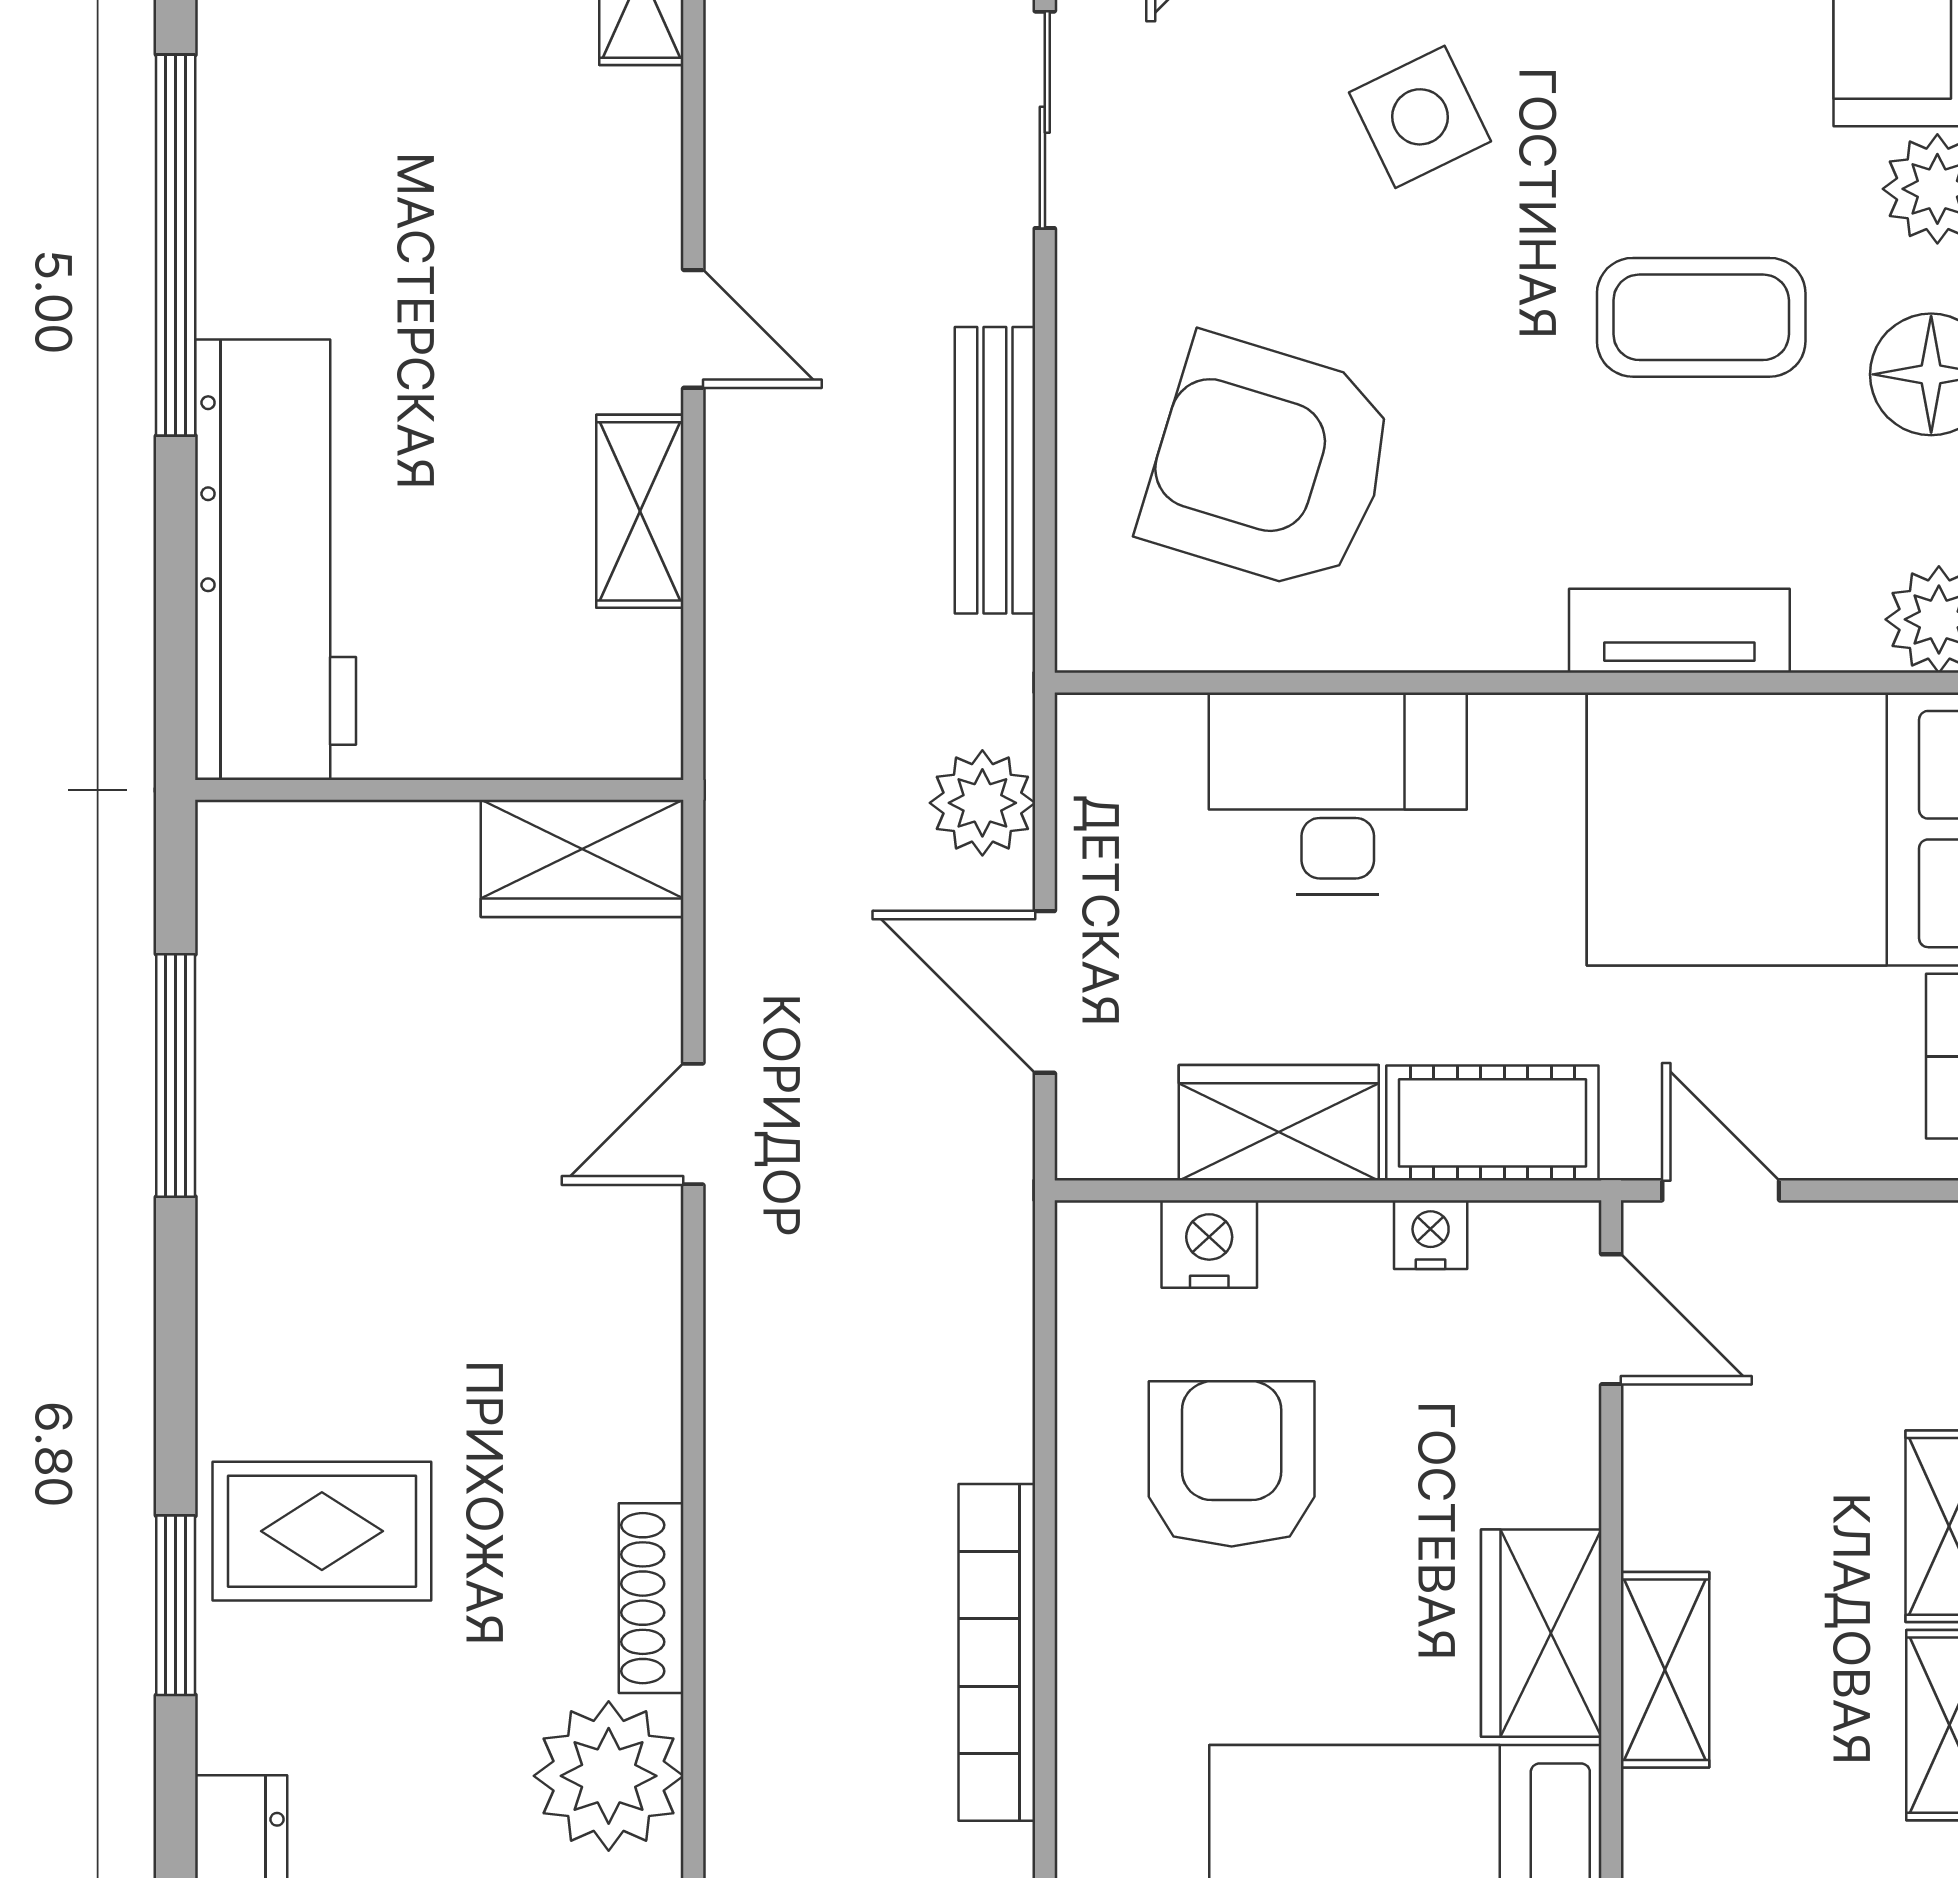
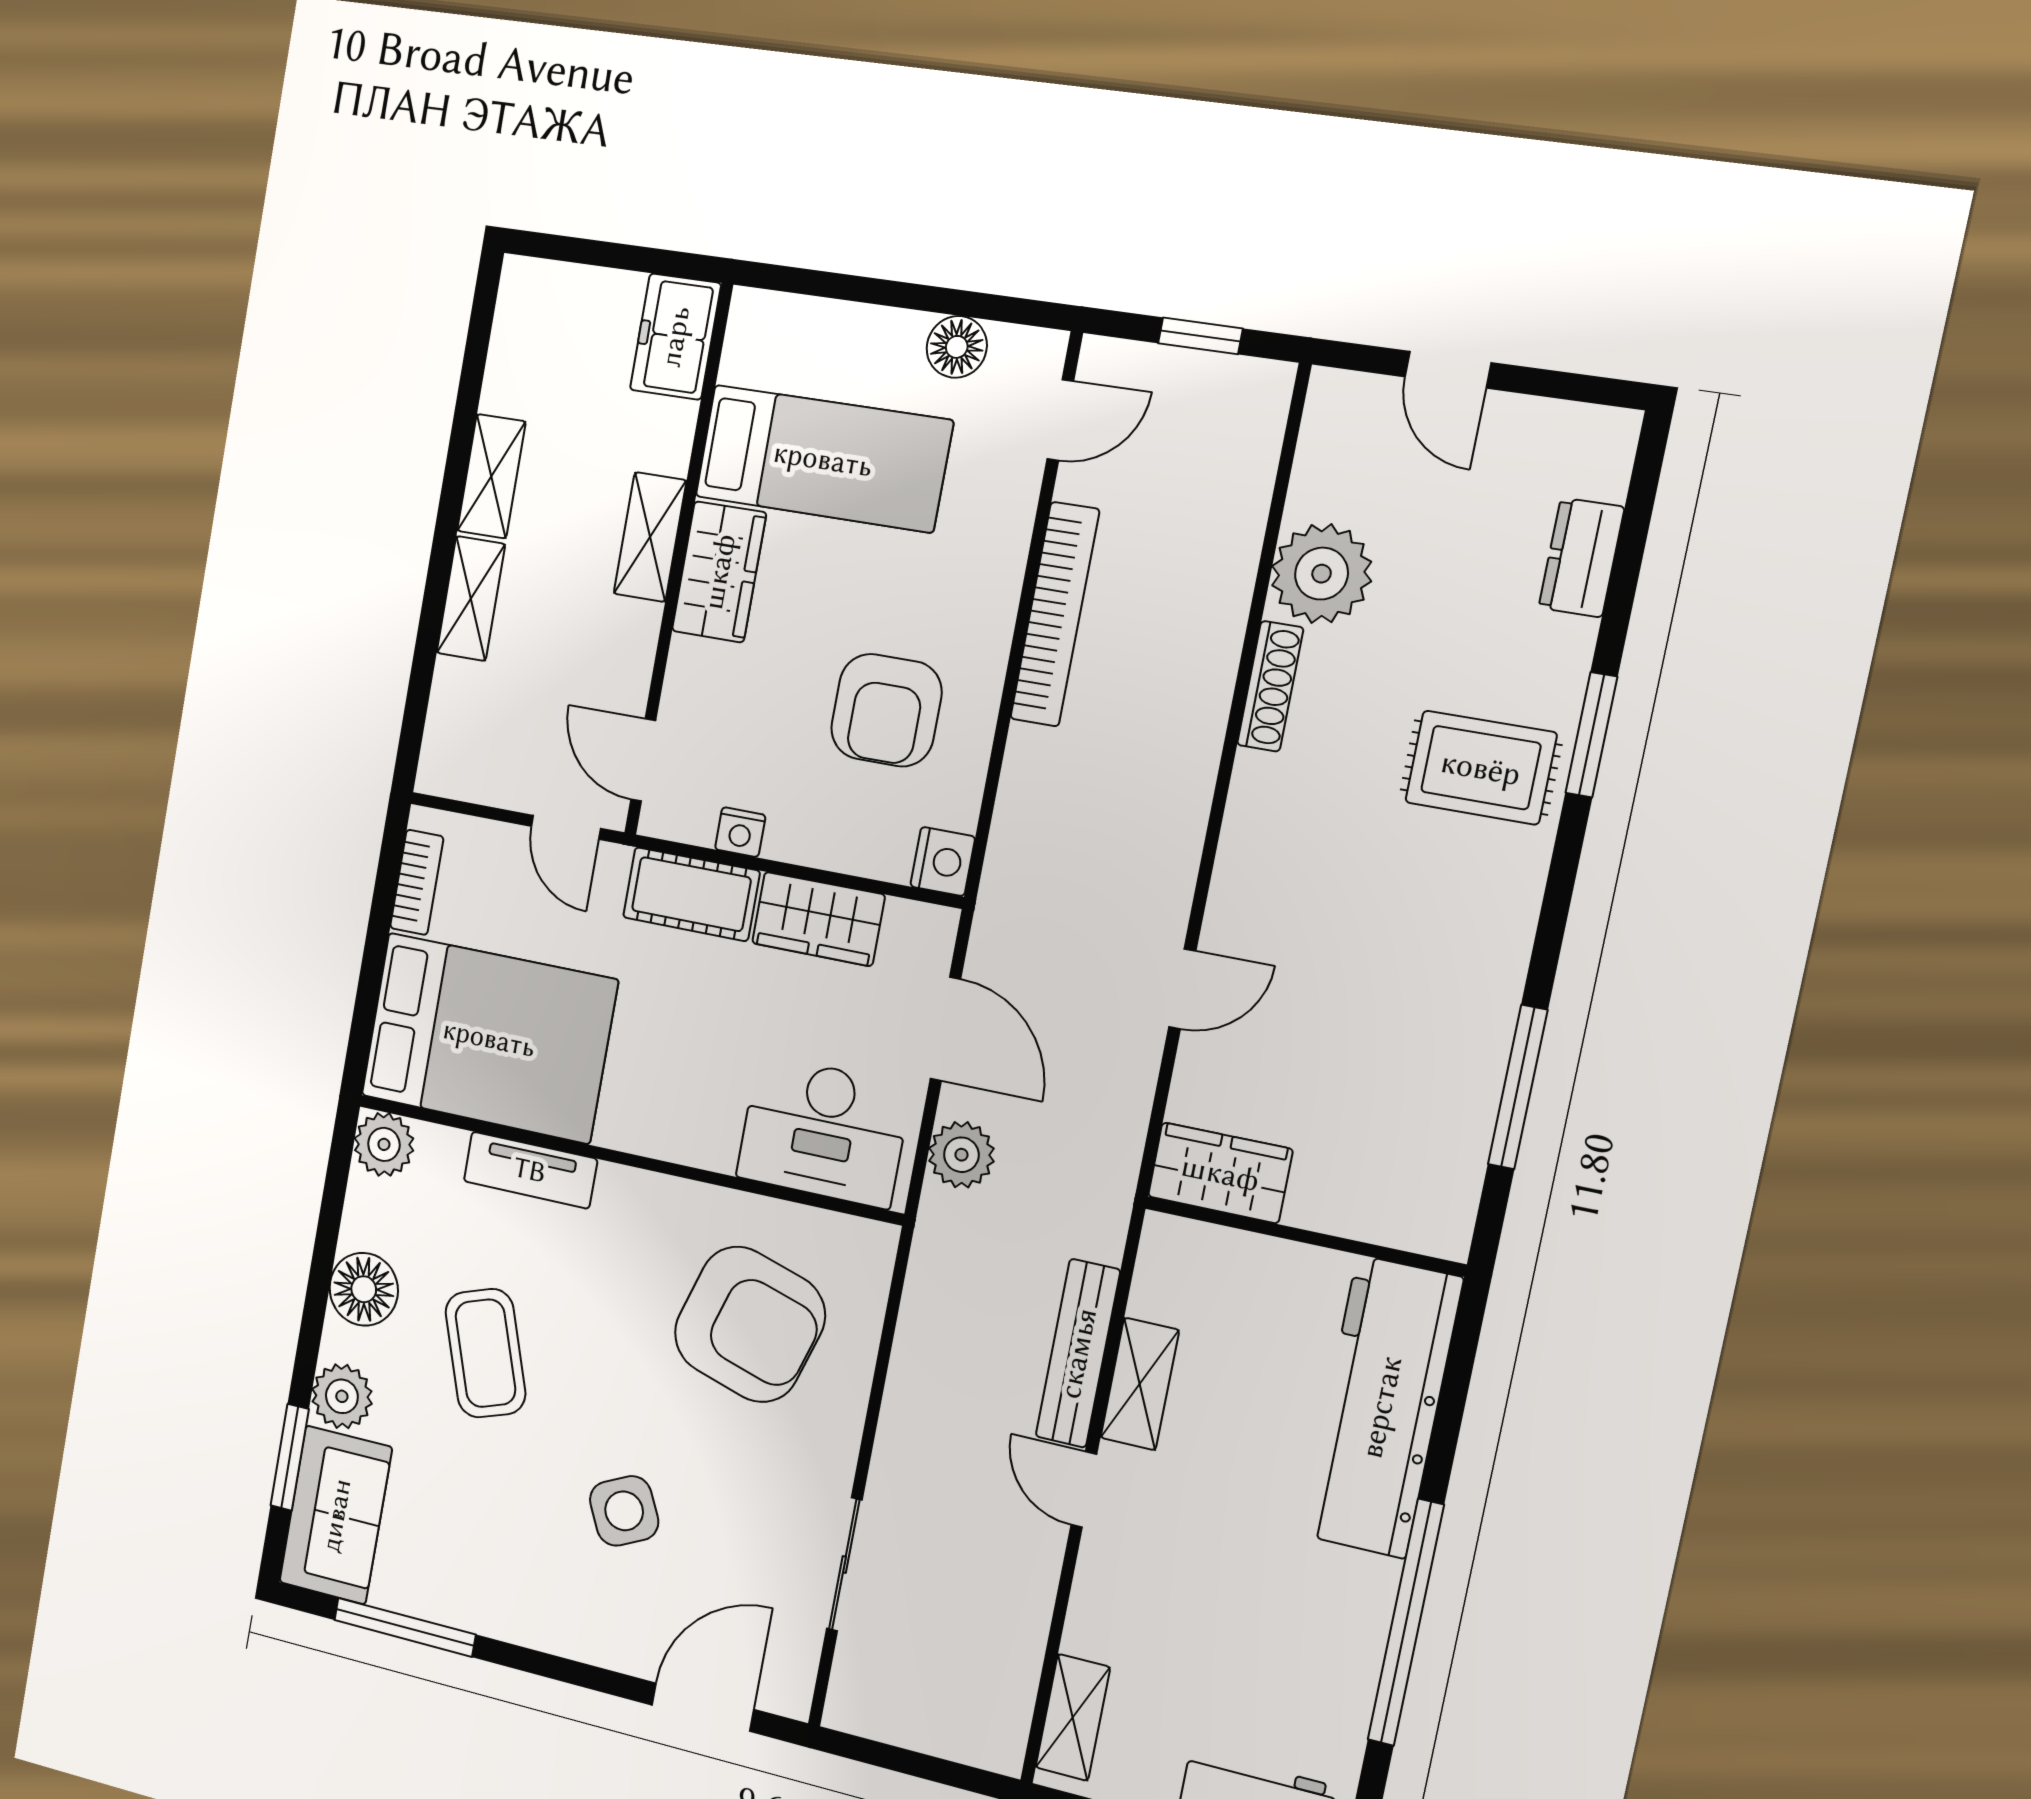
coffee table: (1701, 317) -> (485, 1353), turned 71
bench: (995, 470) -> (1078, 1353), moved
desk: (1338, 794) -> (824, 1131), moved
nightstand: (1209, 1244) -> (943, 862), moved, turned -90

